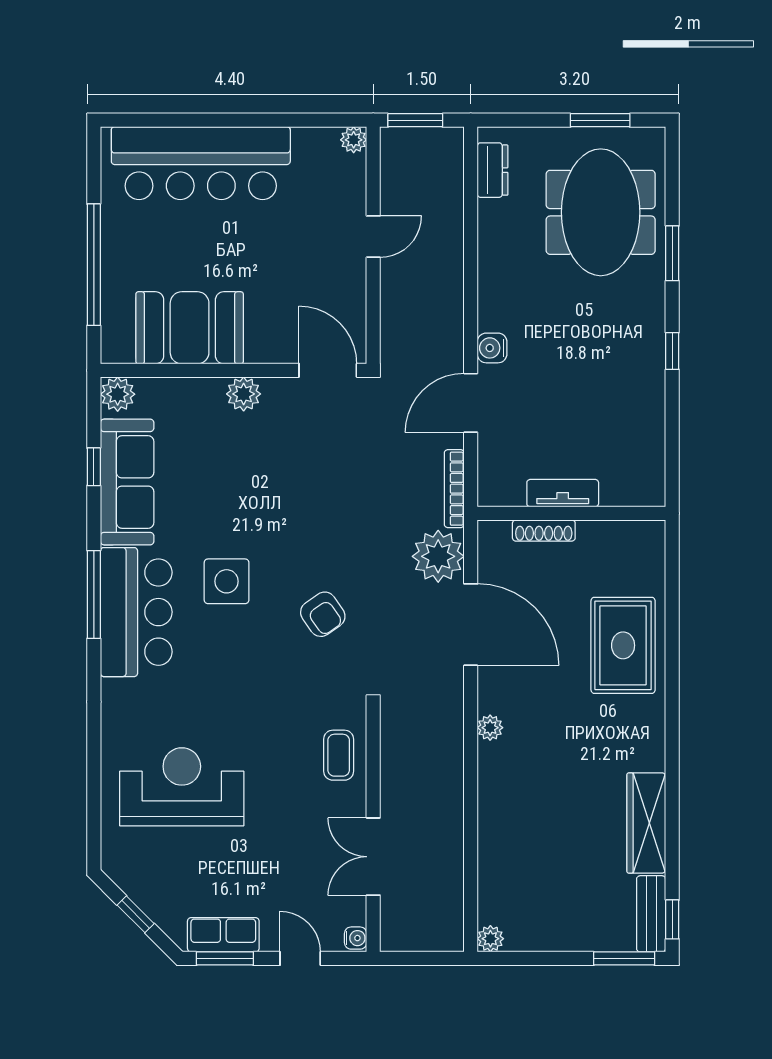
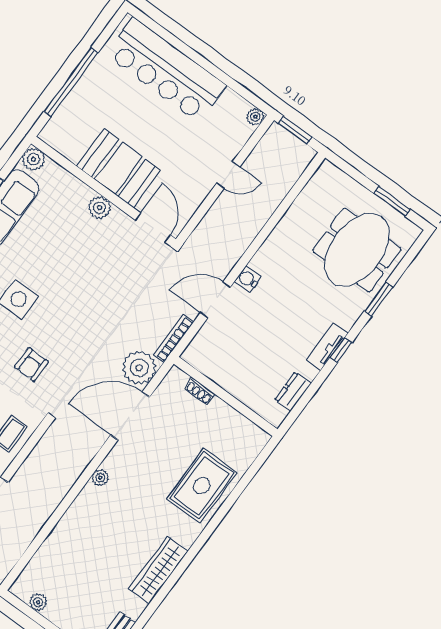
dresser: (493, 170) -> (293, 392), moved, turned 180
booth: (190, 328) -> (119, 168), moved
tv unit: (563, 493) -> (327, 347), moved, turned -90
shoe rack: (544, 530) -> (200, 391), width x0.70
armchair: (323, 614) -> (31, 365), moved, turned 35
door: (471, 625) -> (130, 416), swing flipped
wardrobe: (646, 823) -> (159, 570), moved
plant: (490, 939) -> (38, 602), moved

